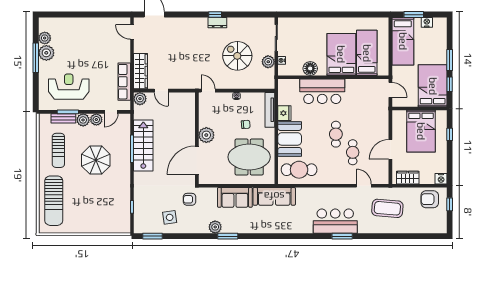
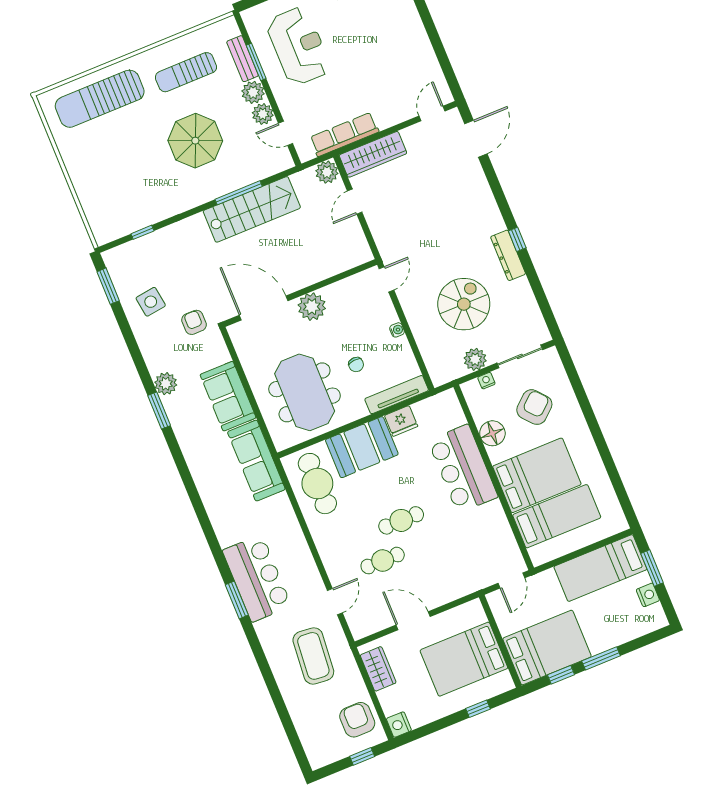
dresser: (217, 23) -> (508, 255), width x1.44
armchair: (306, 41) -> (534, 407), added

